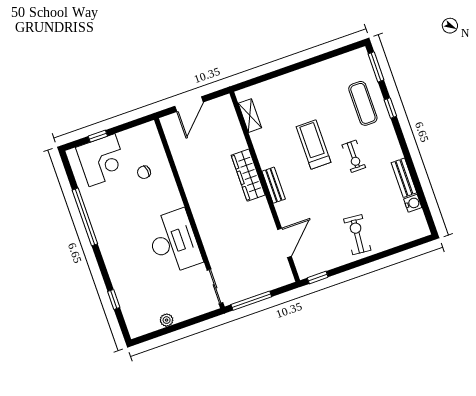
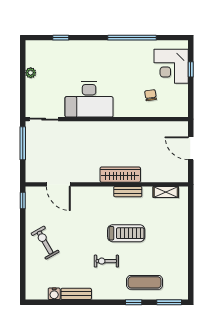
bench: (274, 185) -> (128, 192), moved
exercise bike: (357, 235) -> (45, 243), turned -125

